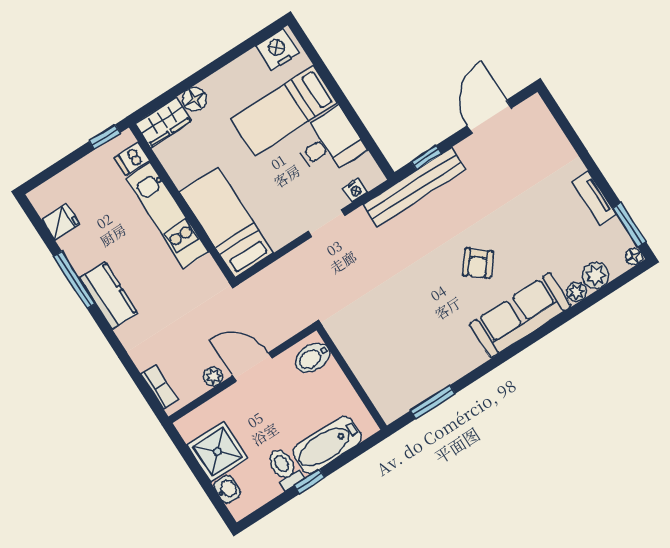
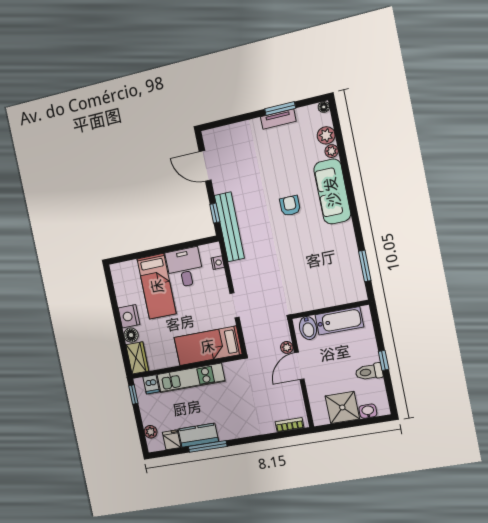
nightstand: (278, 49) -> (129, 316), moved
plant: (59, 185) -> (151, 432), added
doorway: (326, 223) -> (235, 305), moved
window: (629, 225) -> (280, 109), moved
armchair: (478, 263) -> (290, 206), turned -129
kitchen counter: (108, 295) -> (198, 435), moved
plant: (213, 376) -> (287, 347), moved
bathtub: (327, 445) -> (339, 321), moved, turned -90

